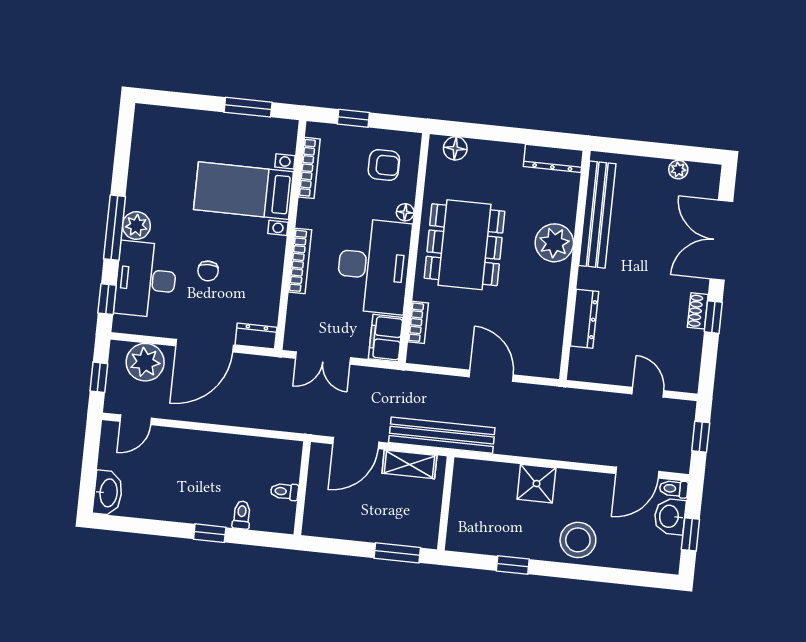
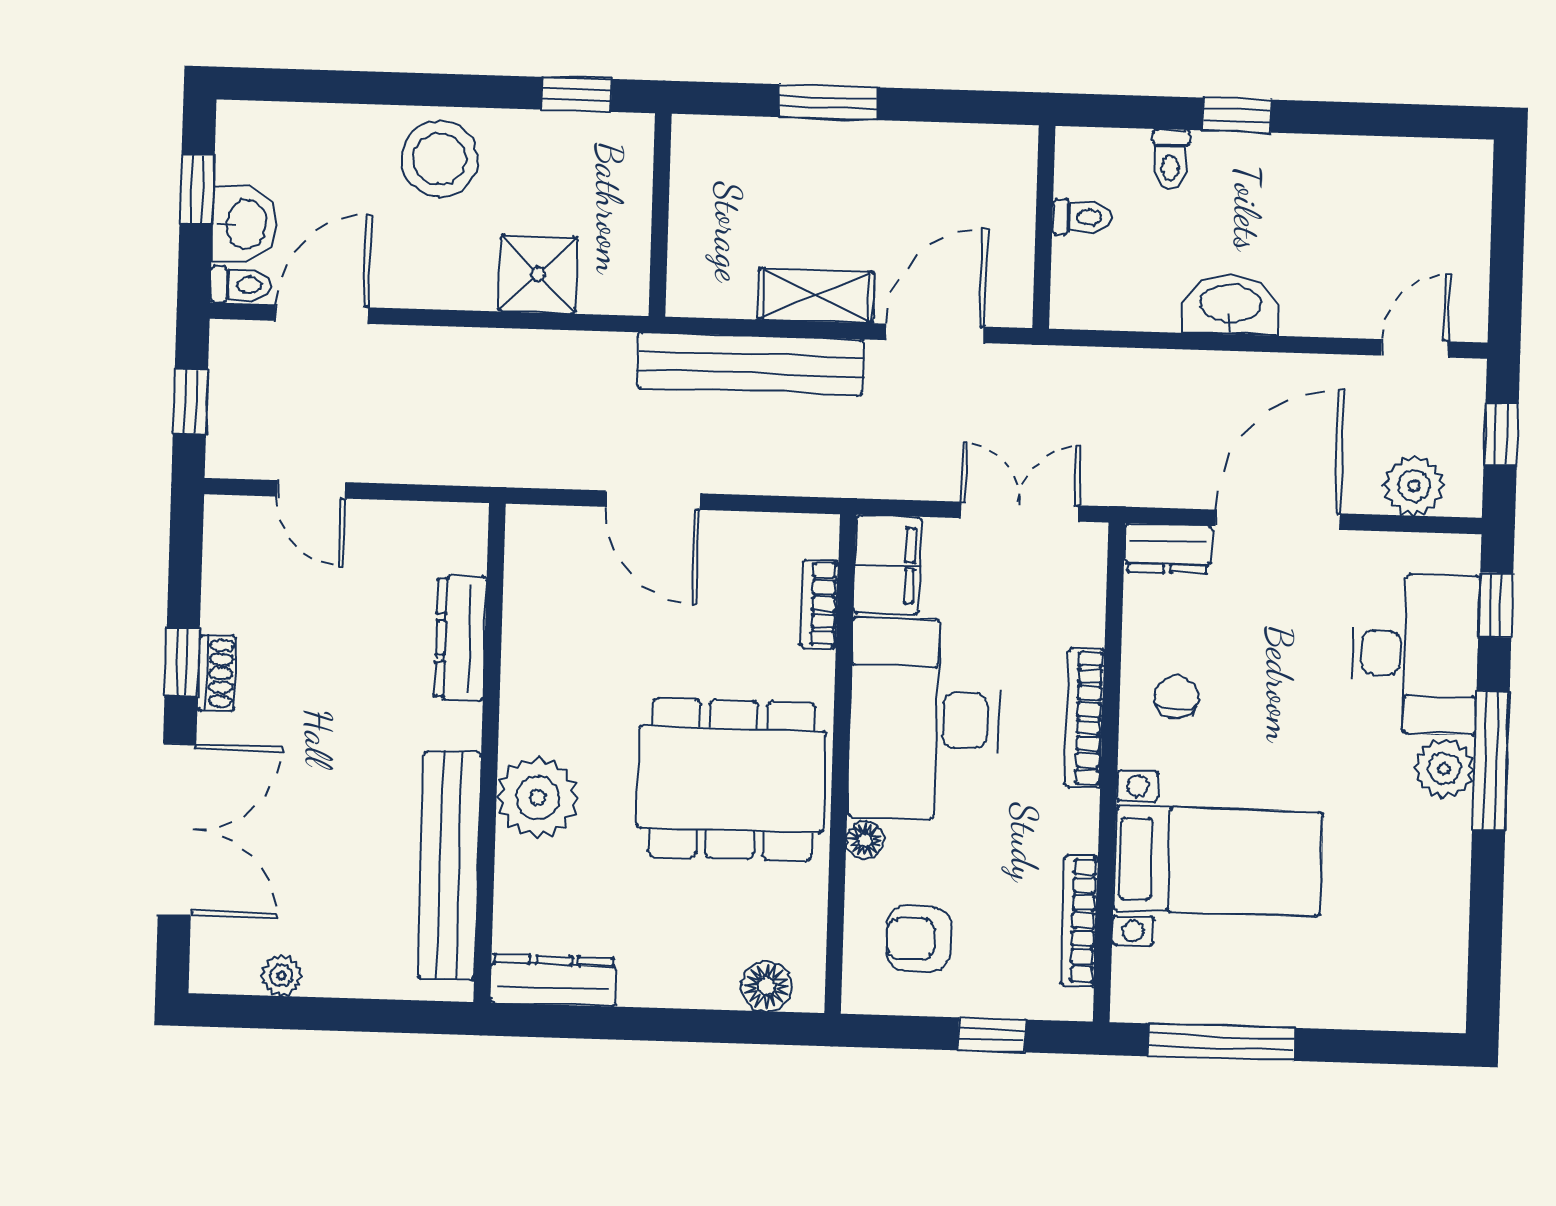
window: (248, 107) -> (1221, 1042), width x1.44
dining table: (465, 245) -> (732, 779), turned 90
chair: (208, 271) -> (1177, 697), moved
plant: (145, 362) -> (1414, 486), width x0.73, depth x0.73
washbasin: (108, 493) -> (1230, 305), moved, turned 90
wall: (446, 503) -> (660, 215), moved

